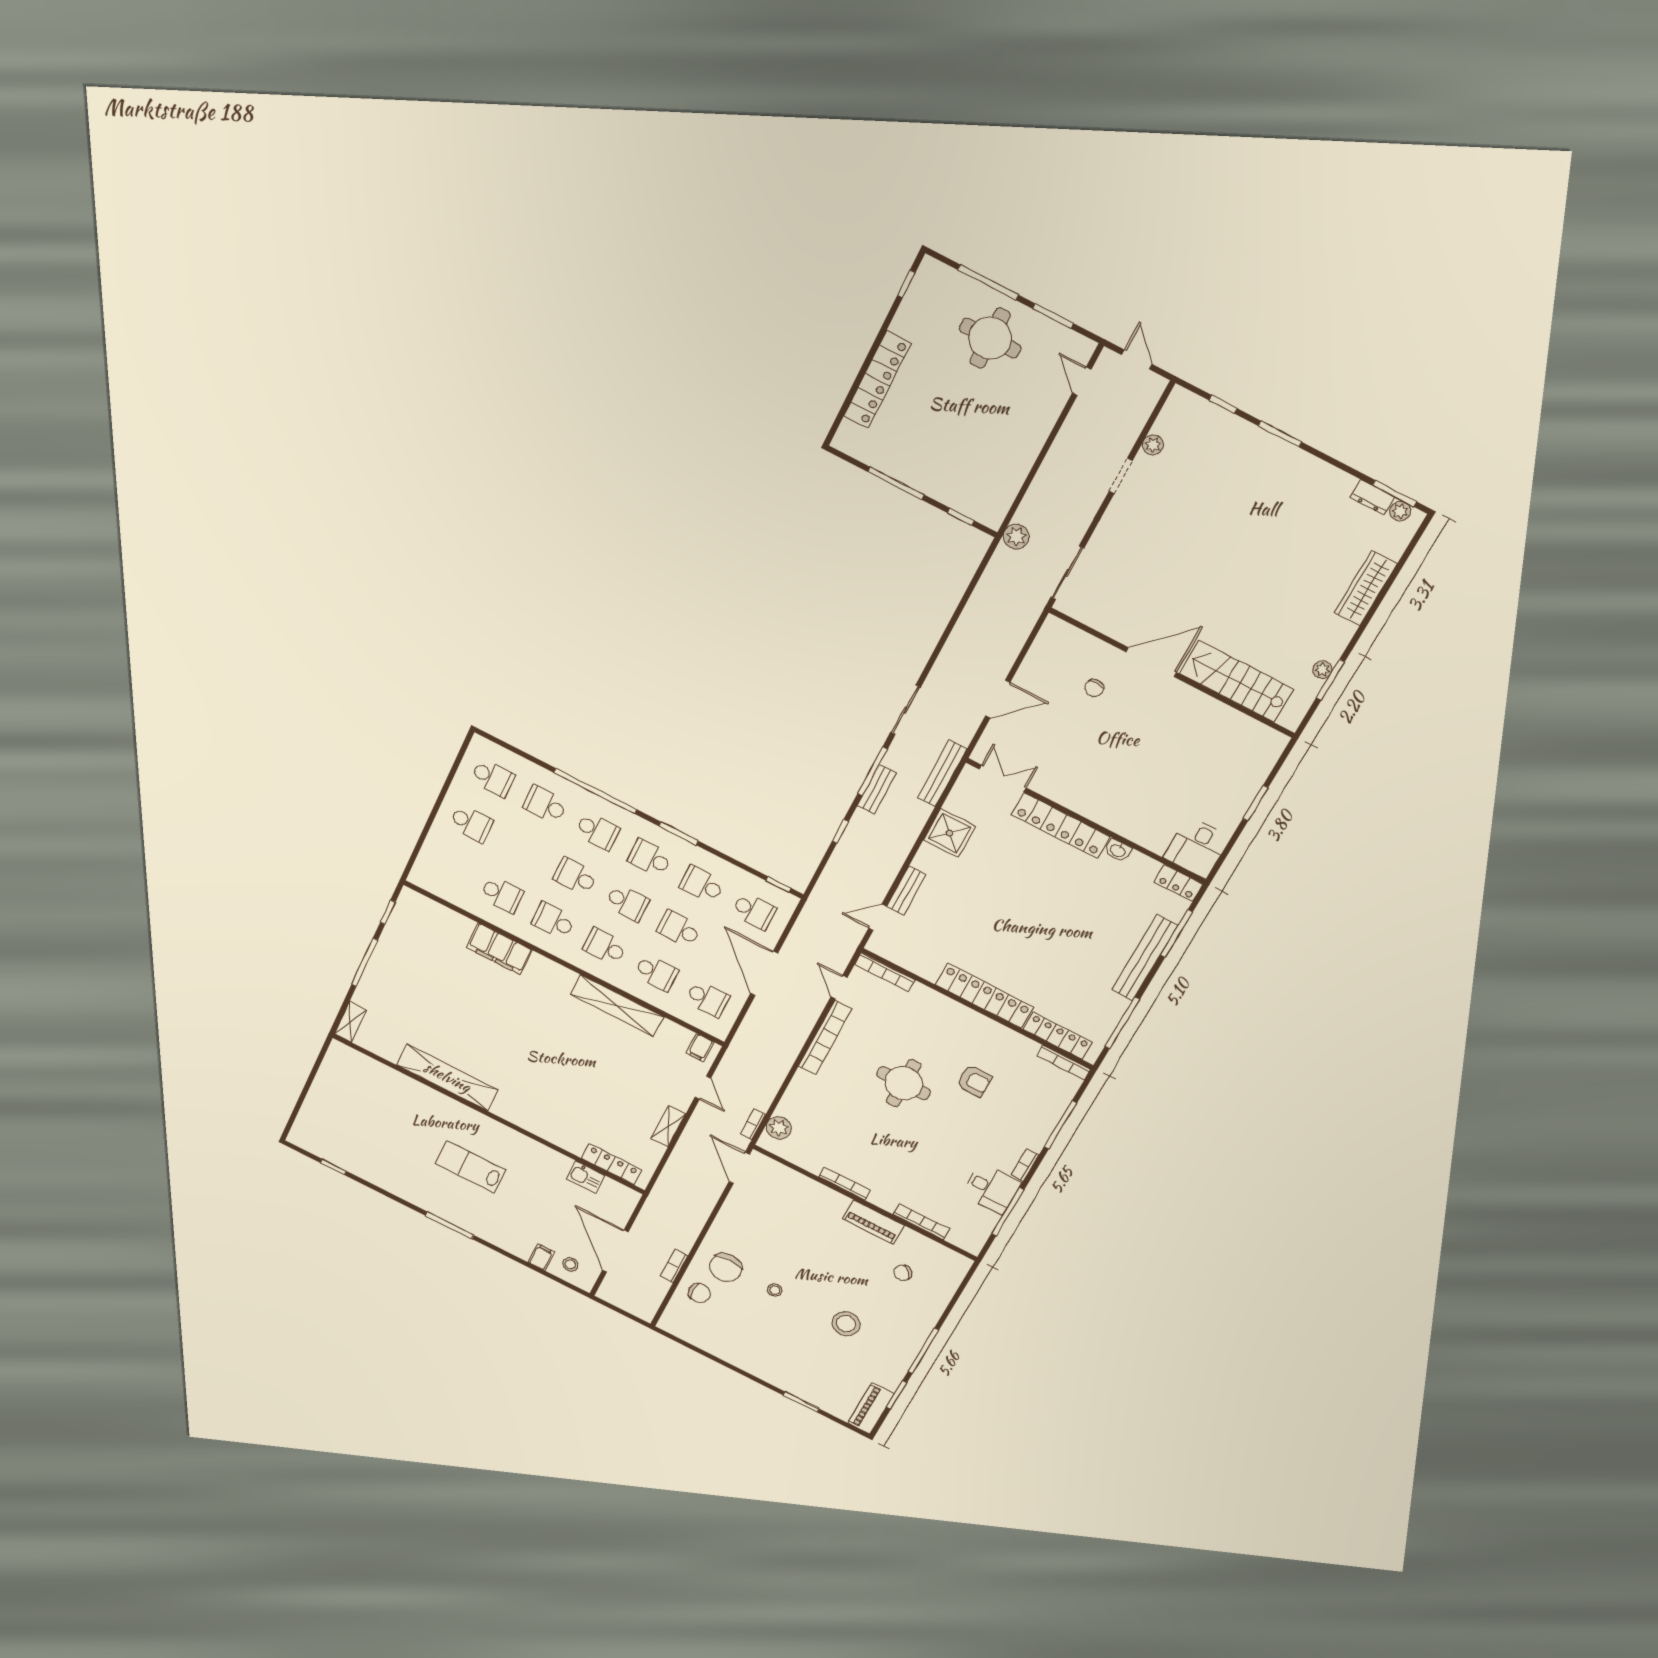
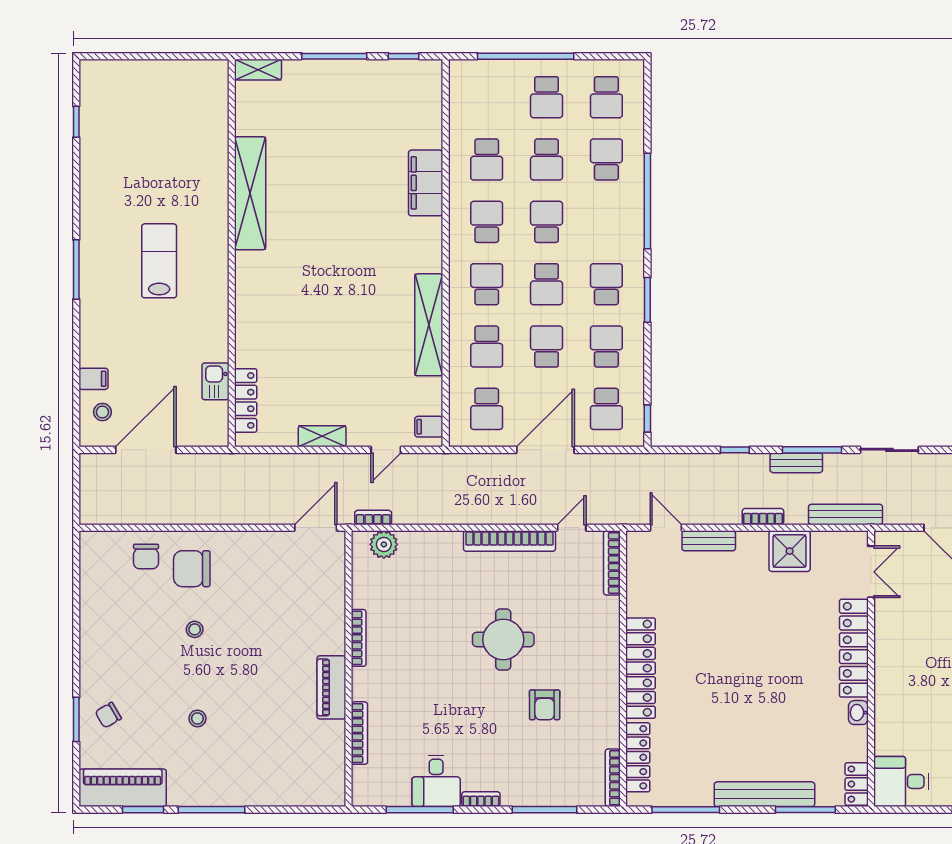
window: (430, 822) -> (526, 56), added
school desk: (597, 831) -> (547, 160), moved
bookcase: (674, 1266) -> (763, 517), moved
chair: (903, 1273) -> (108, 715), moved, turned -82
stool: (846, 1324) -> (197, 718), width x0.53, depth x0.53
piano: (871, 1408) -> (123, 788), width x1.37, depth x1.33

